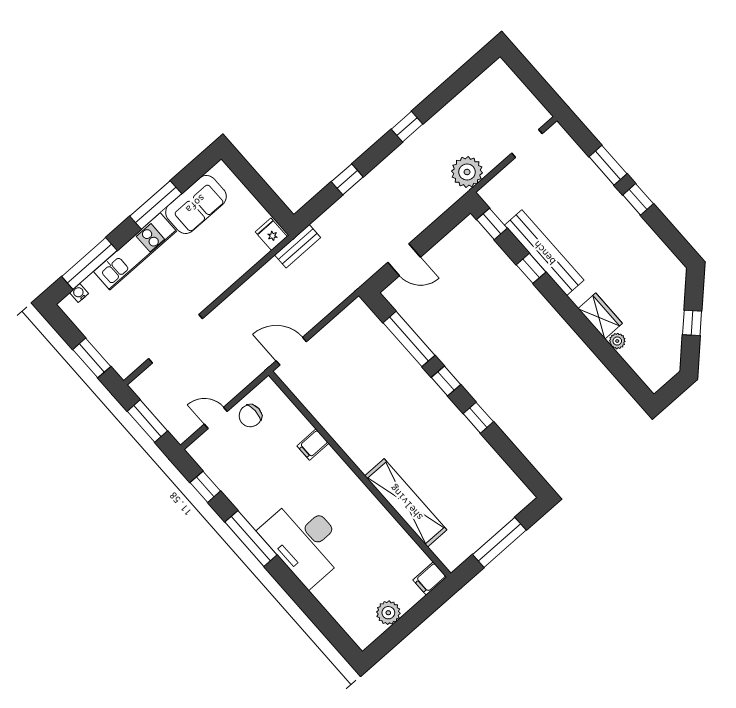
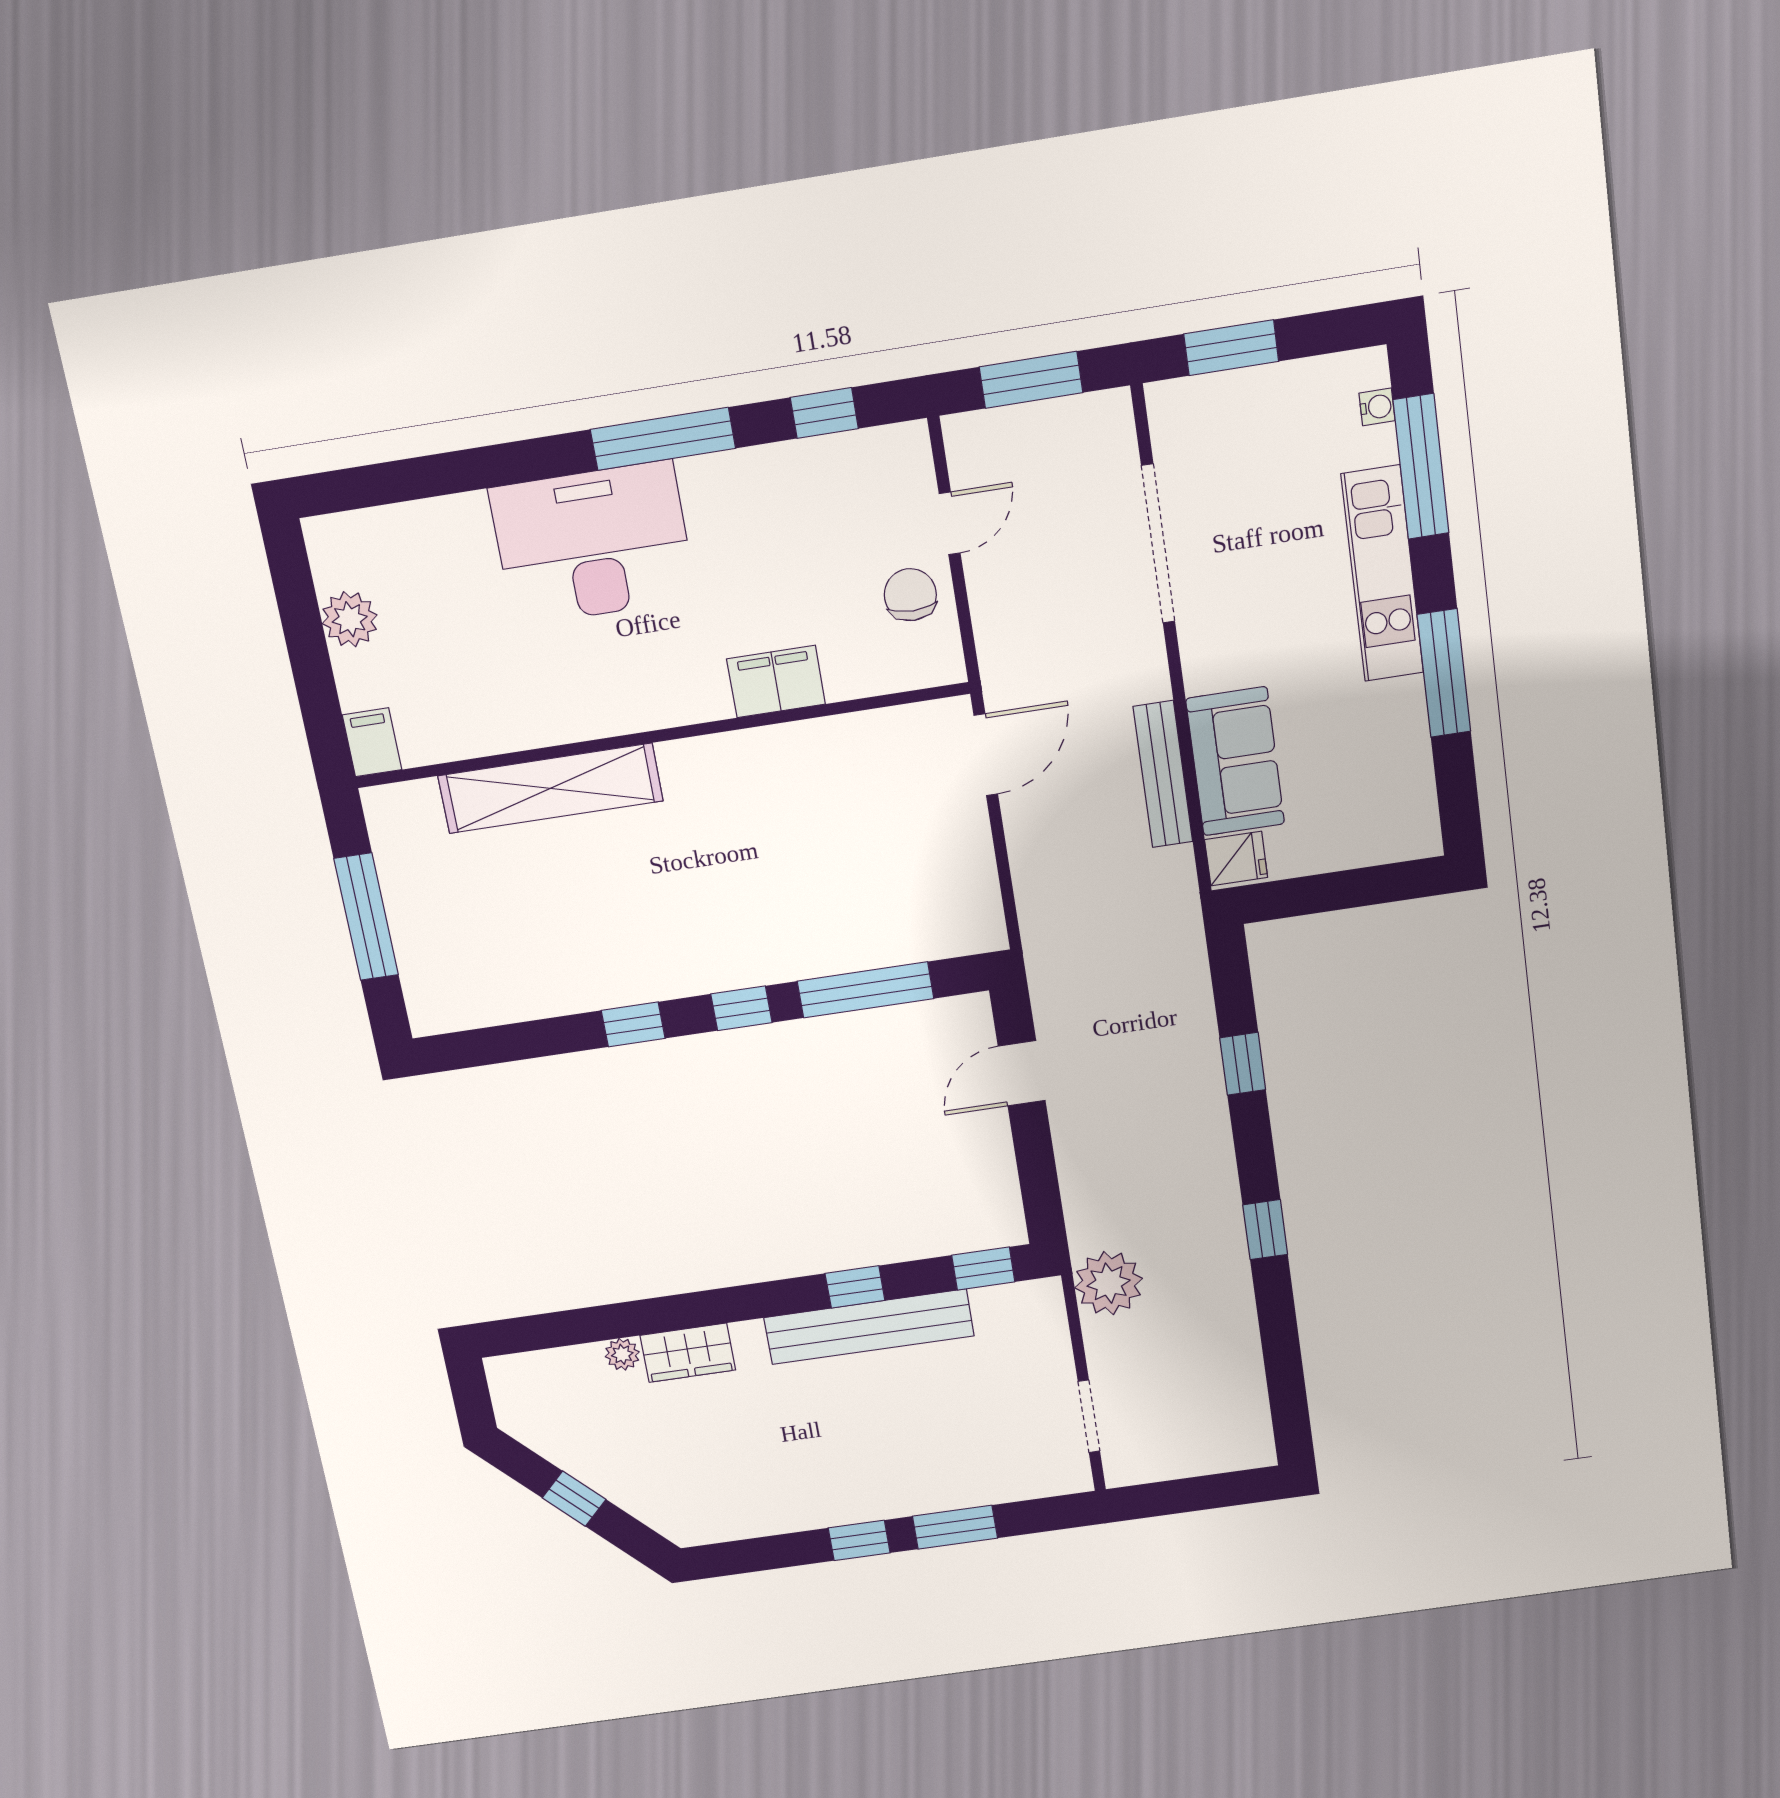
sofa: (196, 204) -> (1235, 762), moved, turned 180
bench: (298, 246) -> (1163, 774), moved, width x1.36
filing cabinet: (313, 445) -> (776, 681), width x2.00

